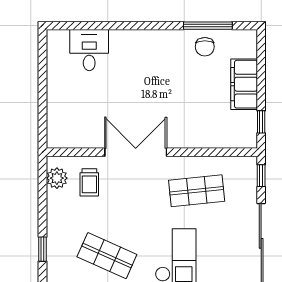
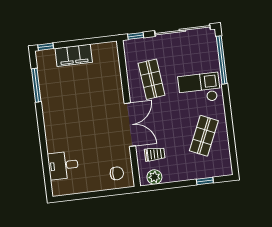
chair: (205, 47) -> (117, 173), moved
window: (261, 122) -> (46, 47), moved
double door: (136, 152) -> (130, 125), swing flipped

